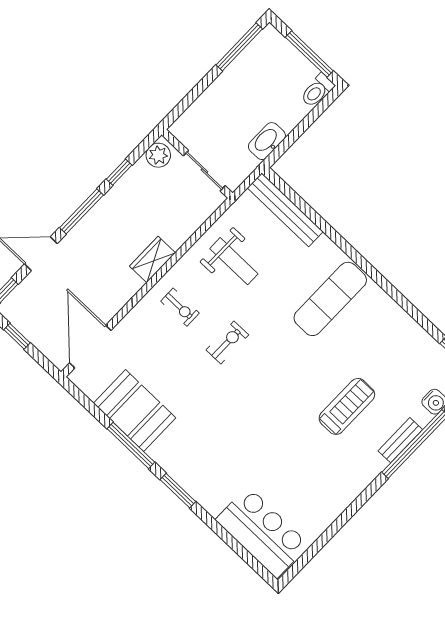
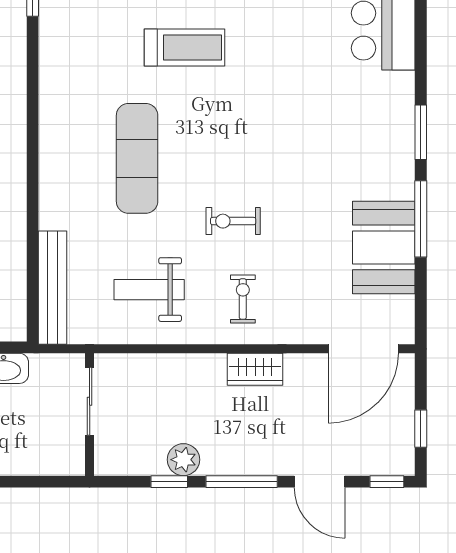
plant: (158, 155) -> (183, 460), moved
wardrobe: (152, 259) -> (255, 369), moved
weight bench: (234, 261) -> (149, 290), turned -90
exercise mat: (330, 299) -> (137, 158), moved, turned 90
treadmill: (347, 406) -> (185, 48), turned 180

